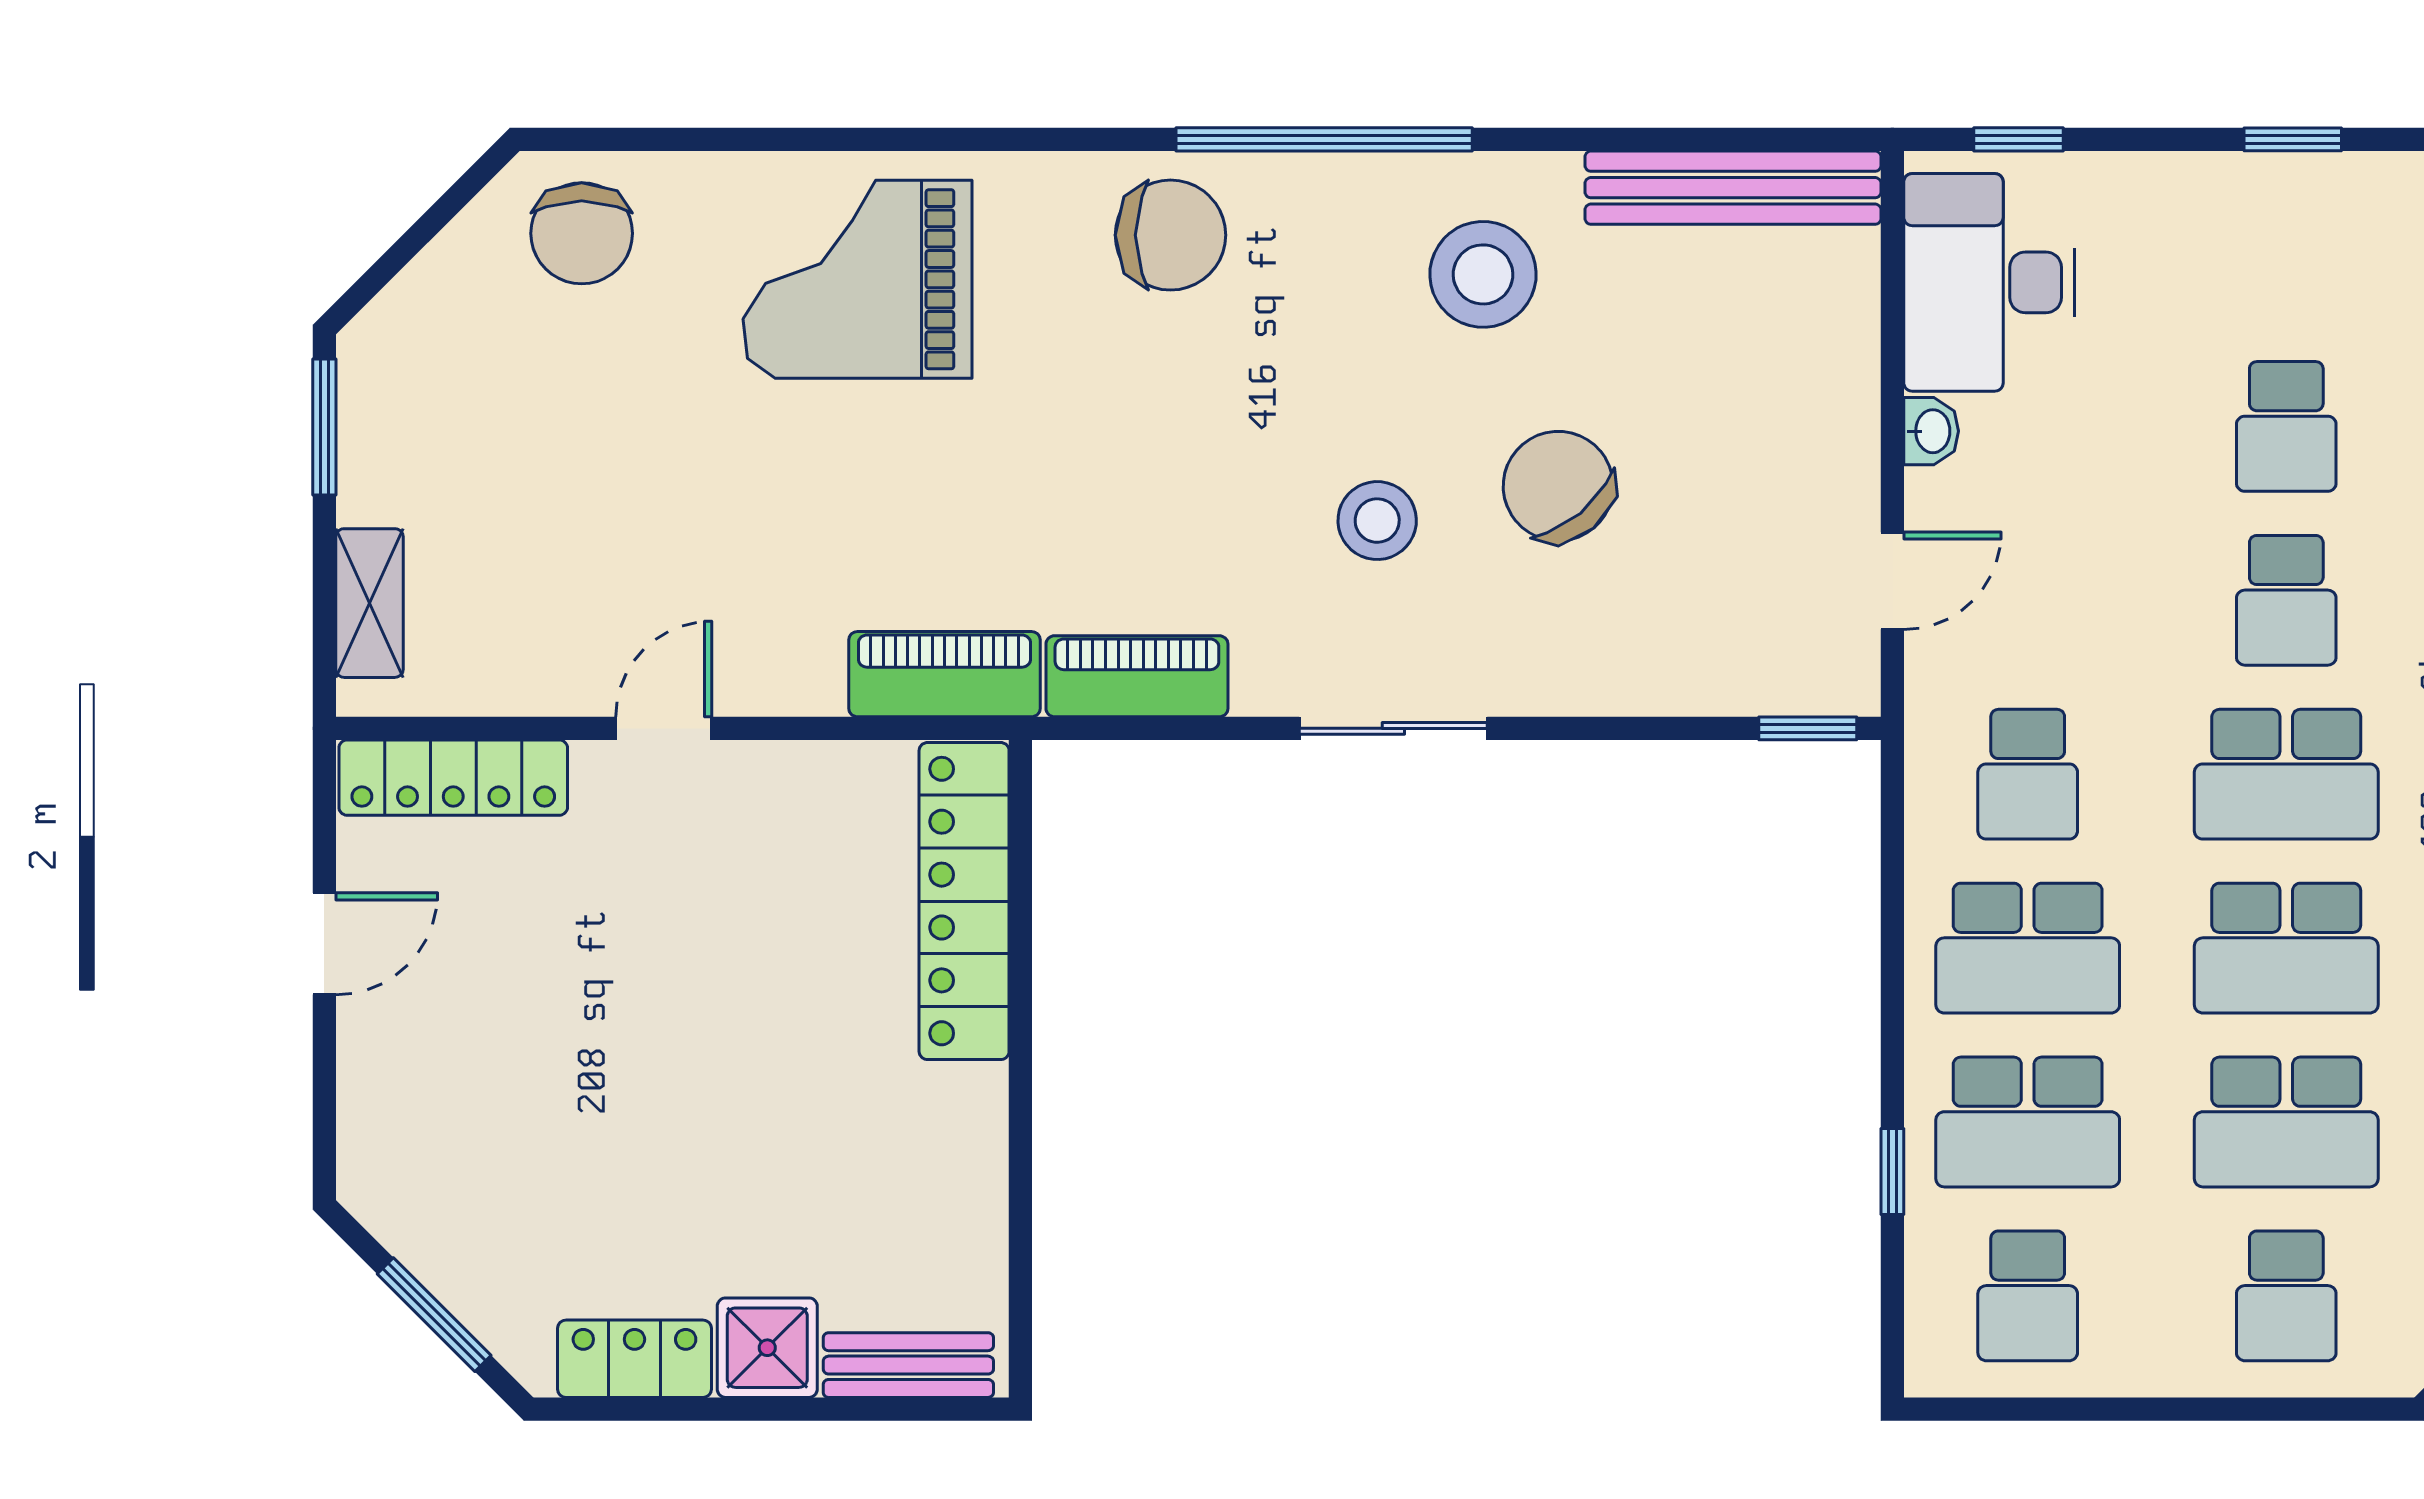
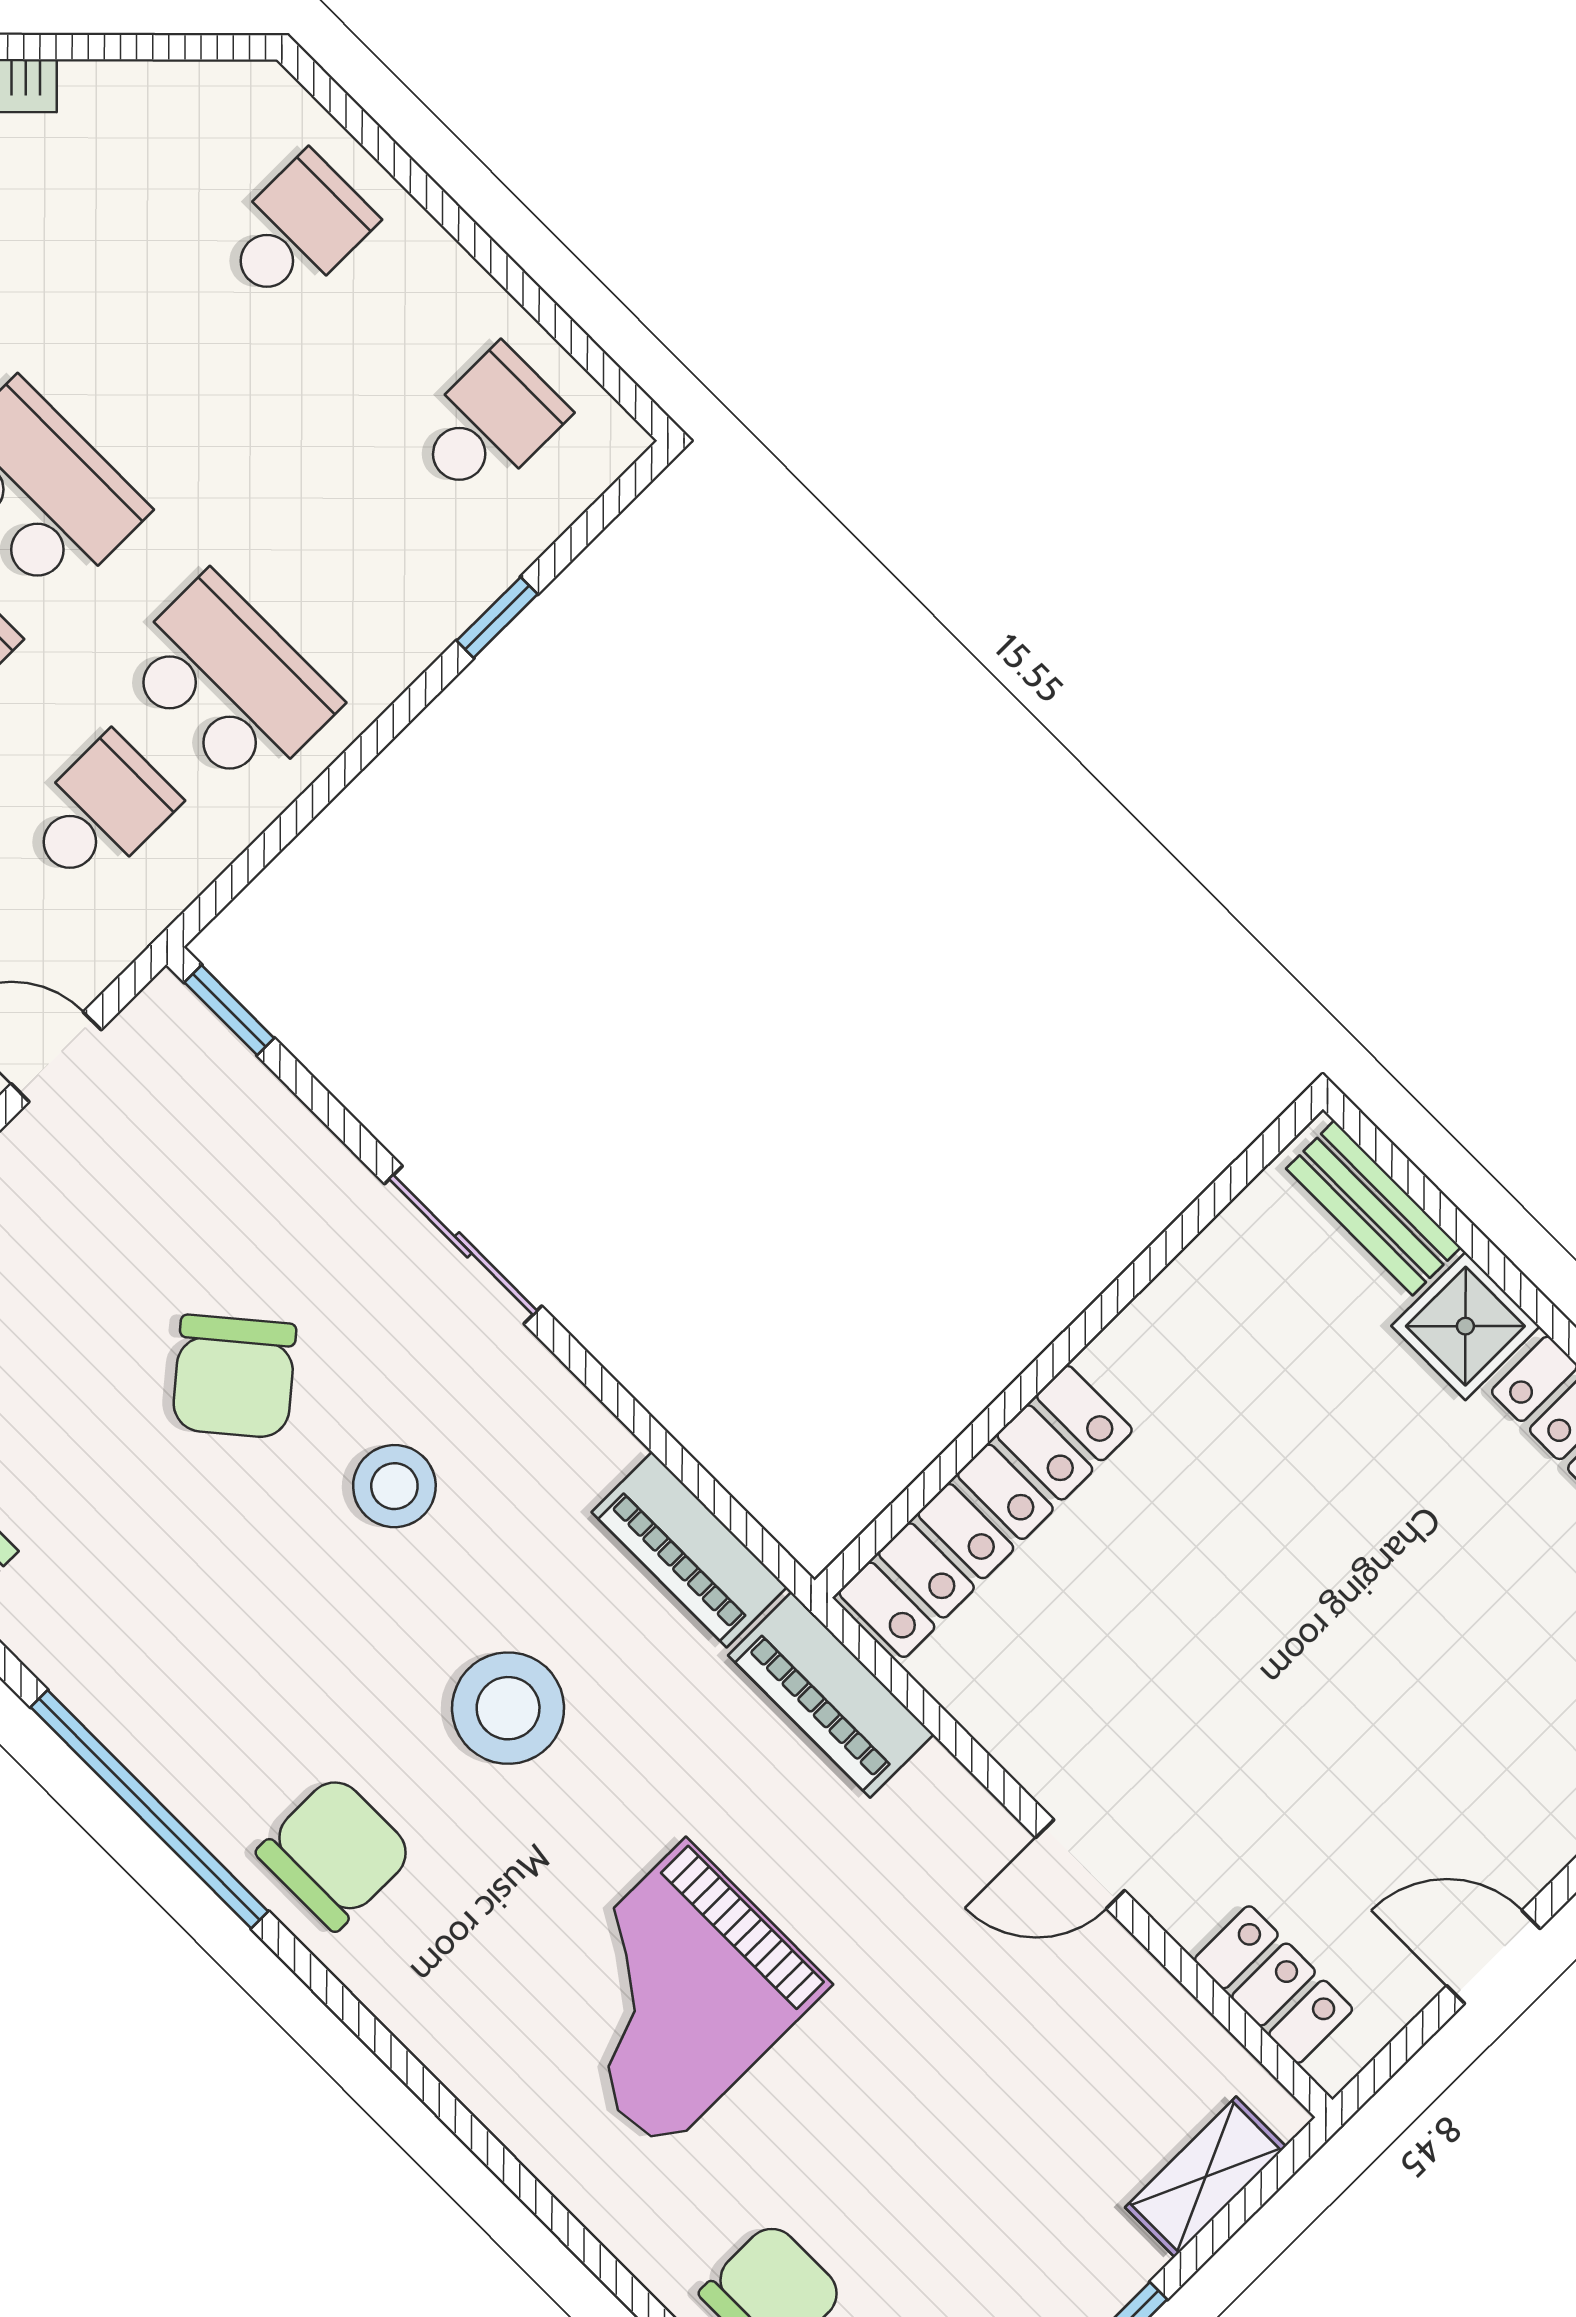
chair: (1170, 235) -> (335, 1853), turned 90
stool: (1483, 274) -> (508, 1708), moved
grand piano: (857, 279) -> (674, 1996), moved, turned 90
sliding door: (1393, 728) -> (463, 1245), moved
locker: (453, 778) -> (1274, 1985), width x0.66
school desk: (2028, 1122) -> (360, 553), removed
school desk: (2286, 1122) -> (167, 360), removed

